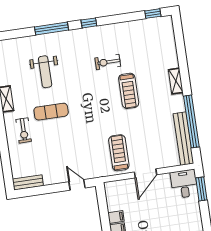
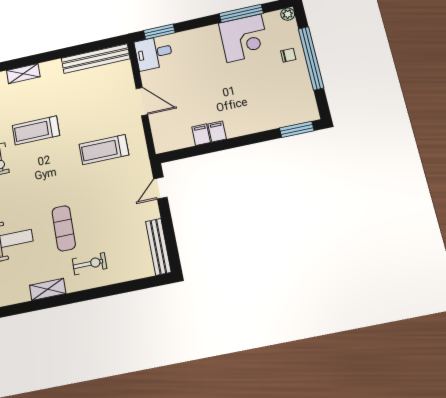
treadmill: (129, 91) -> (36, 130), turned 180
window: (191, 121) -> (74, 51), removed
treadmill: (119, 153) -> (104, 150), moved
bench: (28, 182) -> (158, 247), width x1.36

